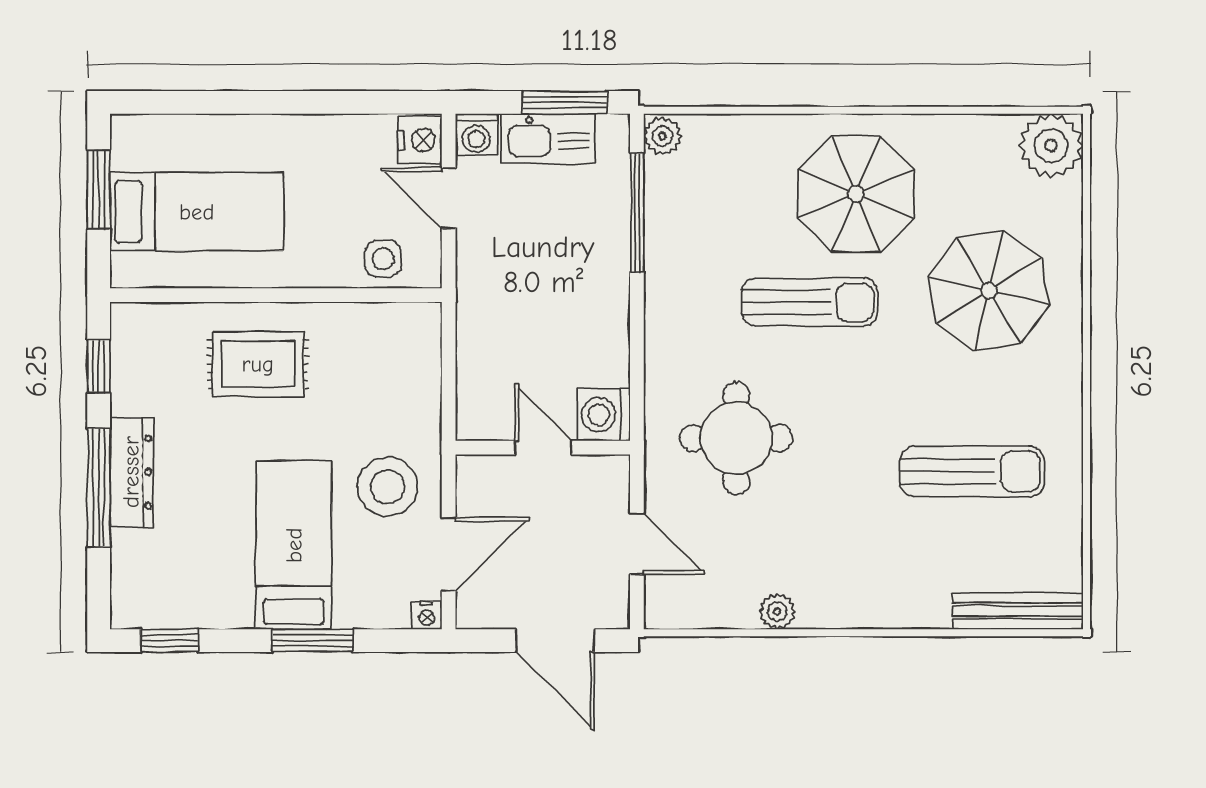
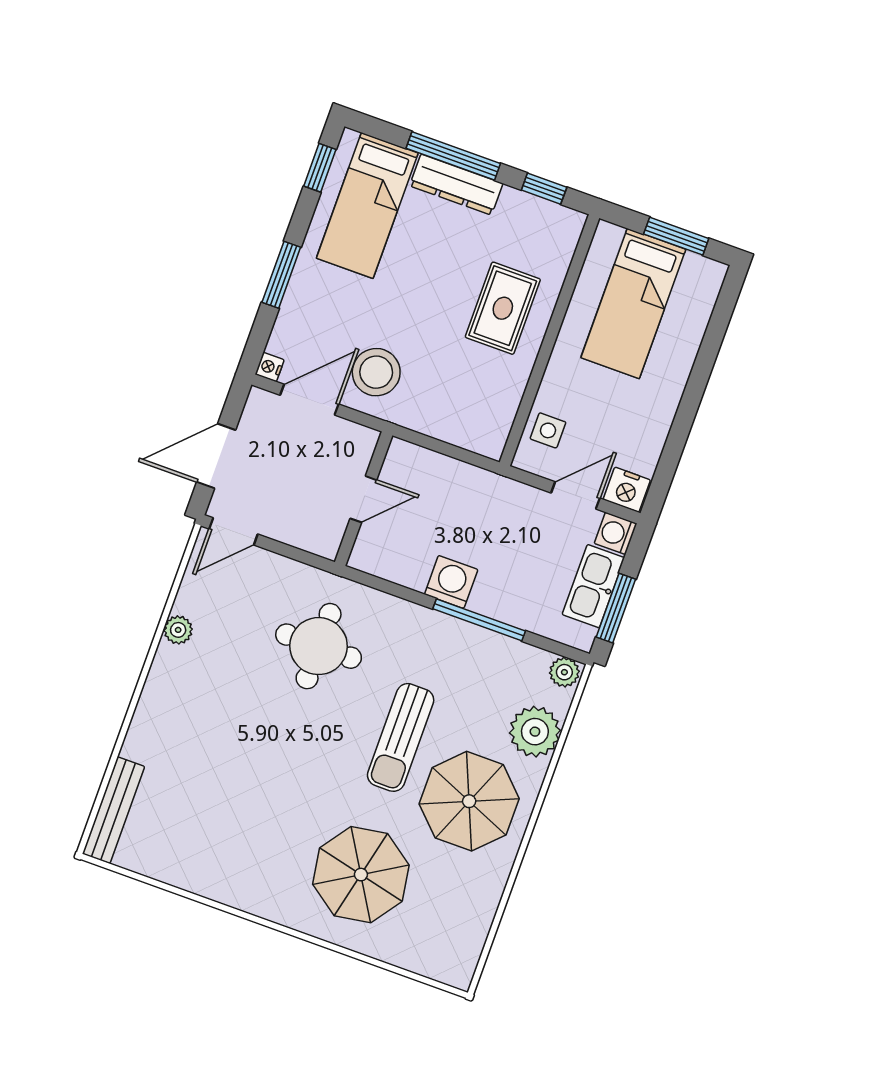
plant: (1051, 146) -> (535, 732), moved
window: (637, 213) -> (479, 620), moved
washing machine: (604, 415) -> (451, 582), moved
sun lounger: (972, 471) -> (230, 813), removed
door: (637, 544) -> (233, 531), moved
bed: (294, 545) -> (367, 206), moved, turned 90
door: (449, 554) -> (309, 400), swing flipped

